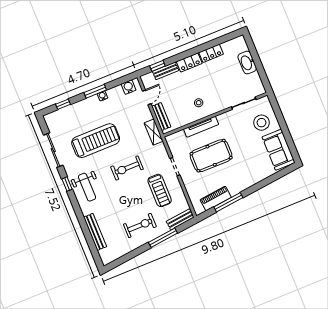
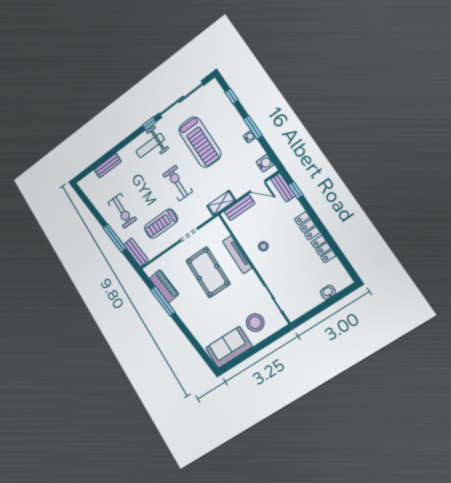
washbasin: (247, 62) -> (328, 292), width x0.52, depth x0.69
bench: (166, 71) -> (283, 187), moved
sliding door: (53, 150) -> (181, 99), width x1.36
bench: (95, 232) -> (108, 166), width x0.73

